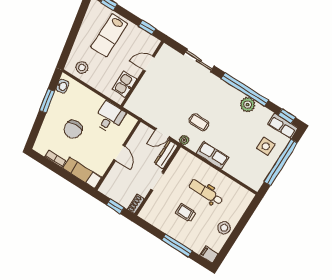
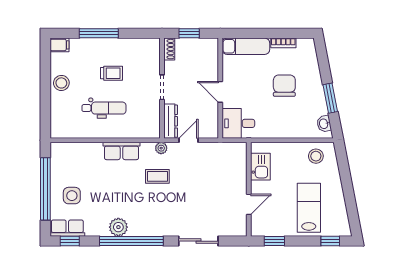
desk: (109, 117) -> (238, 123), moved, turned 90

